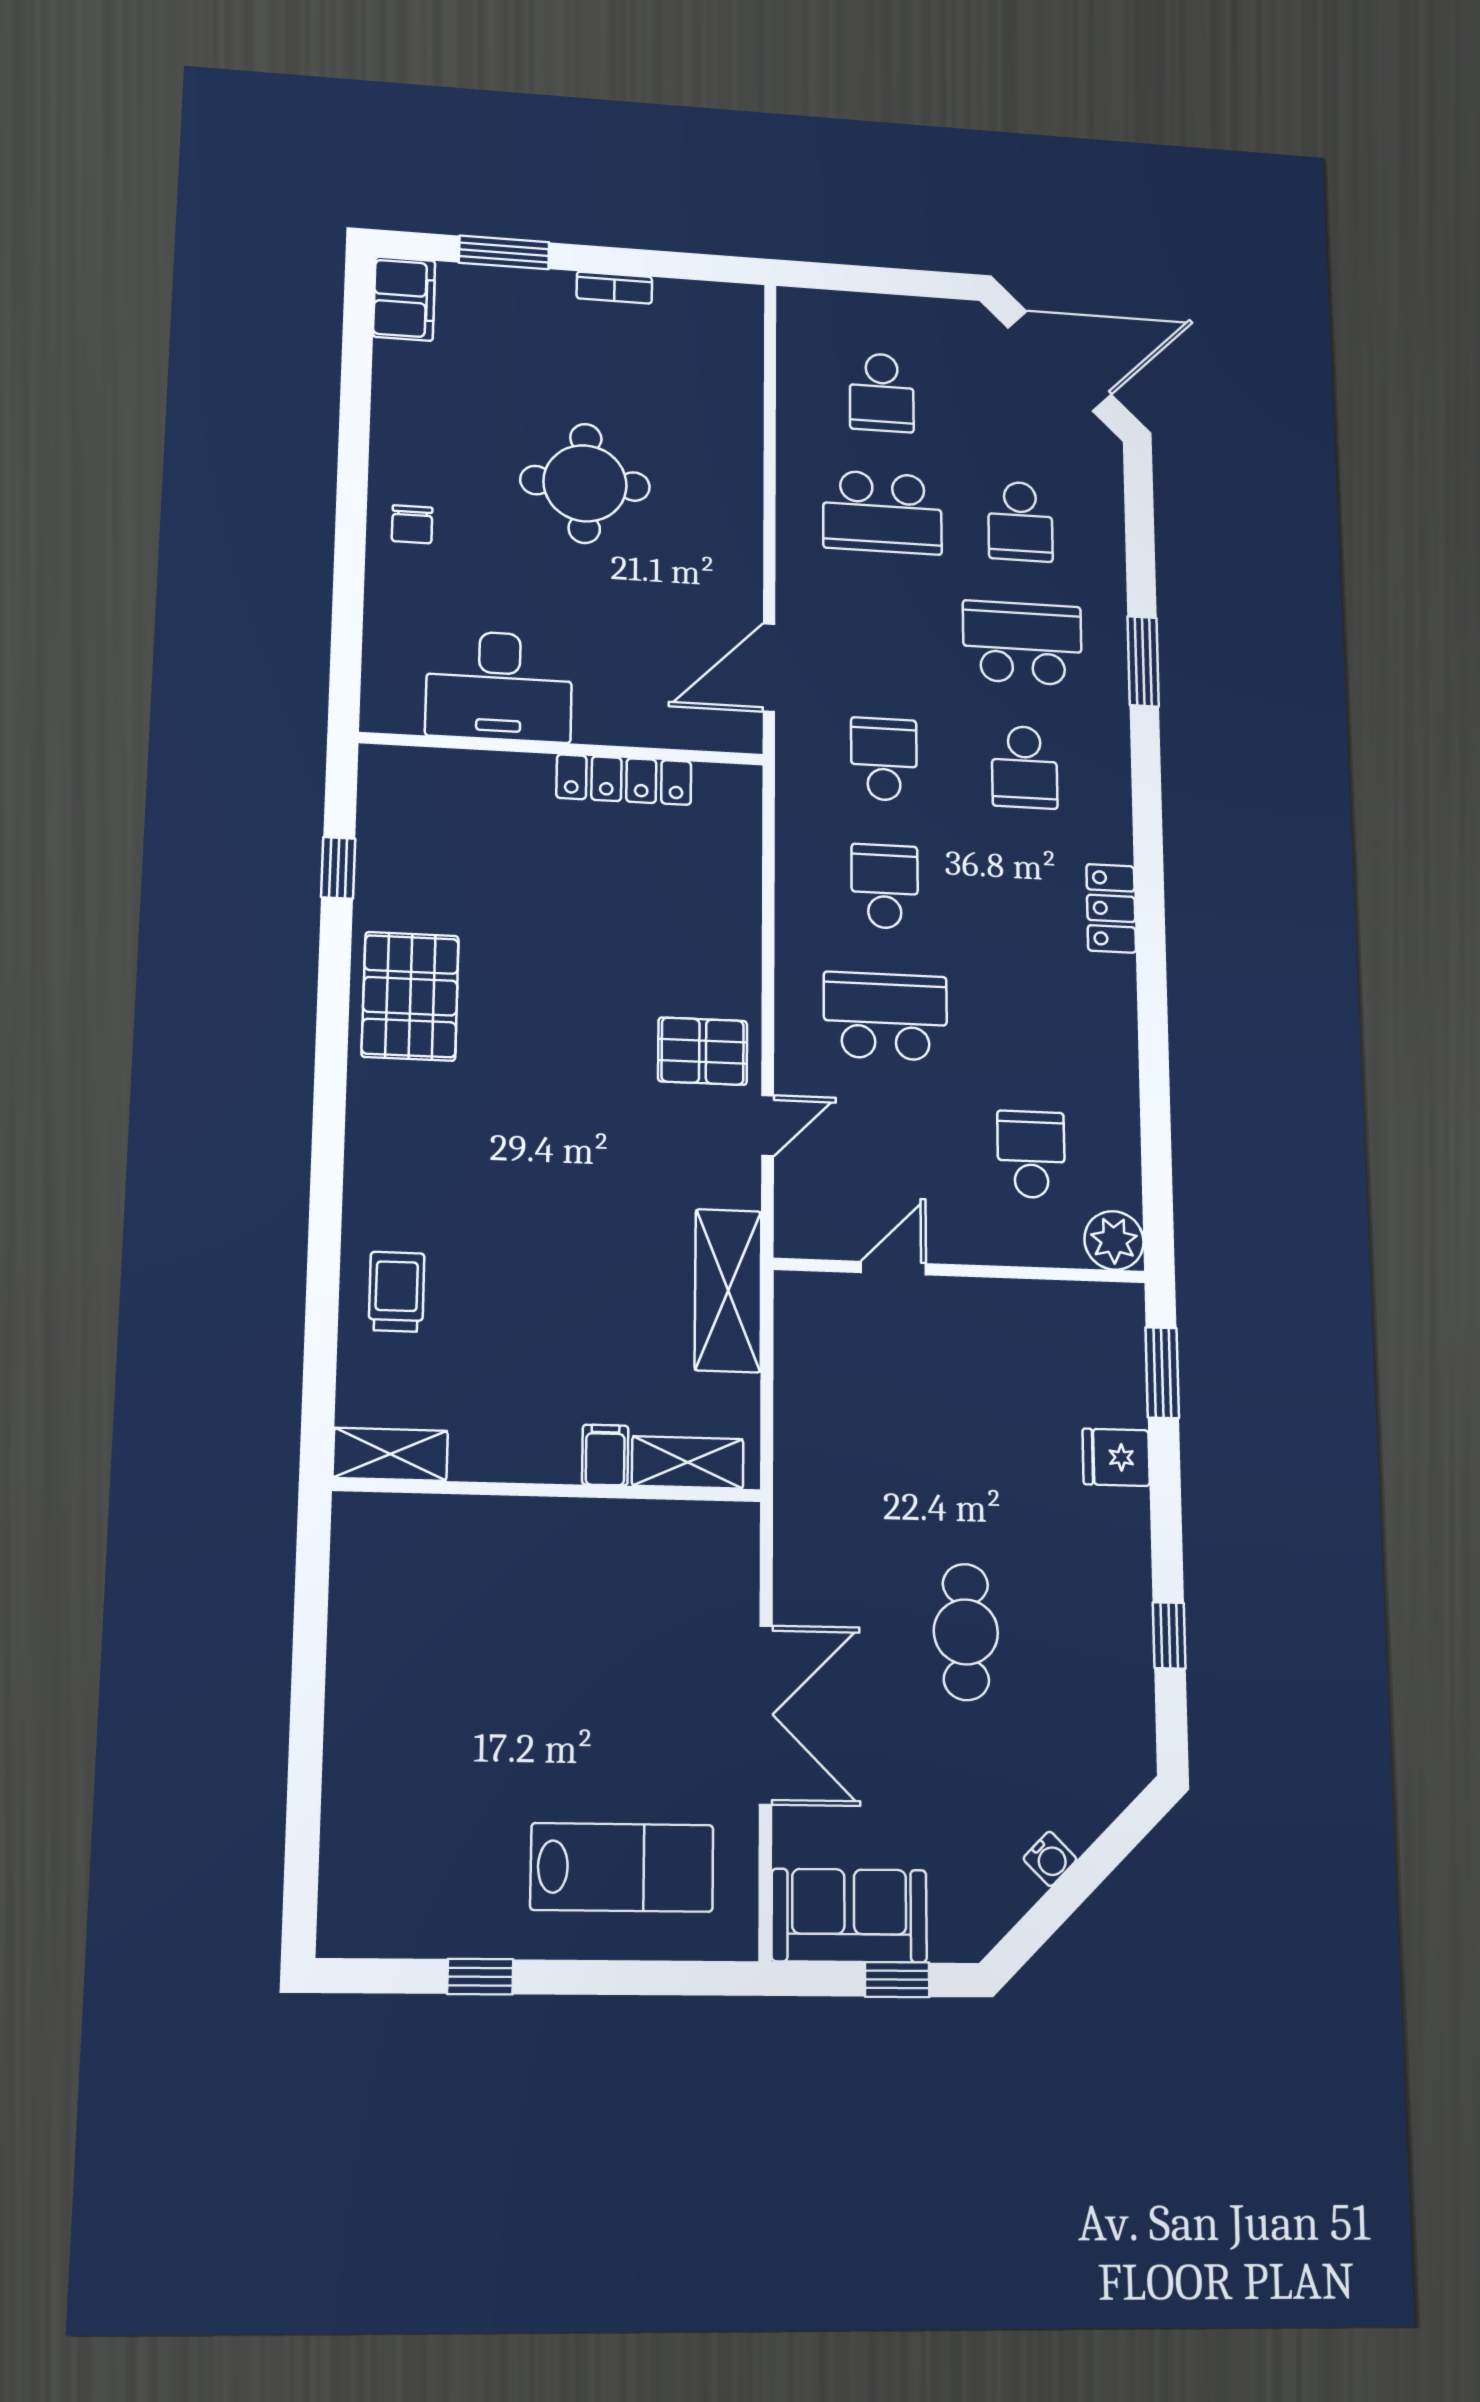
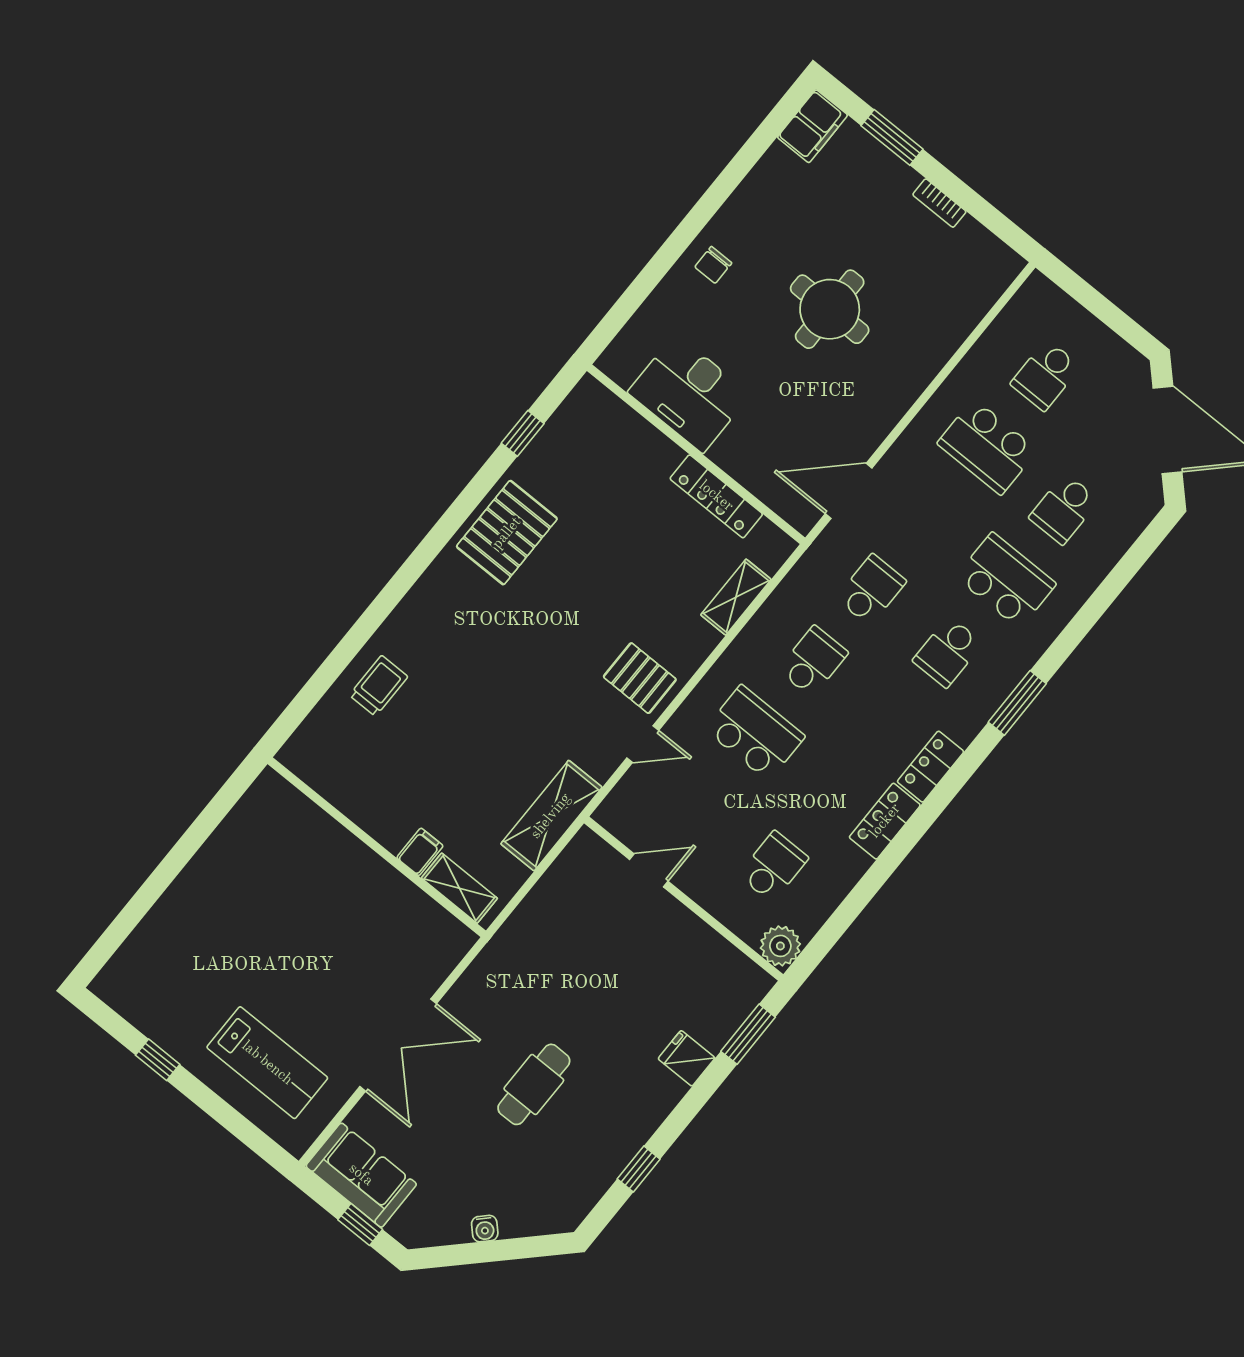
window: (1143, 661) -> (1017, 703), moved
locker: (1112, 1008) -> (885, 821), added
shelving: (390, 1454) -> (736, 597), moved, turned 90

